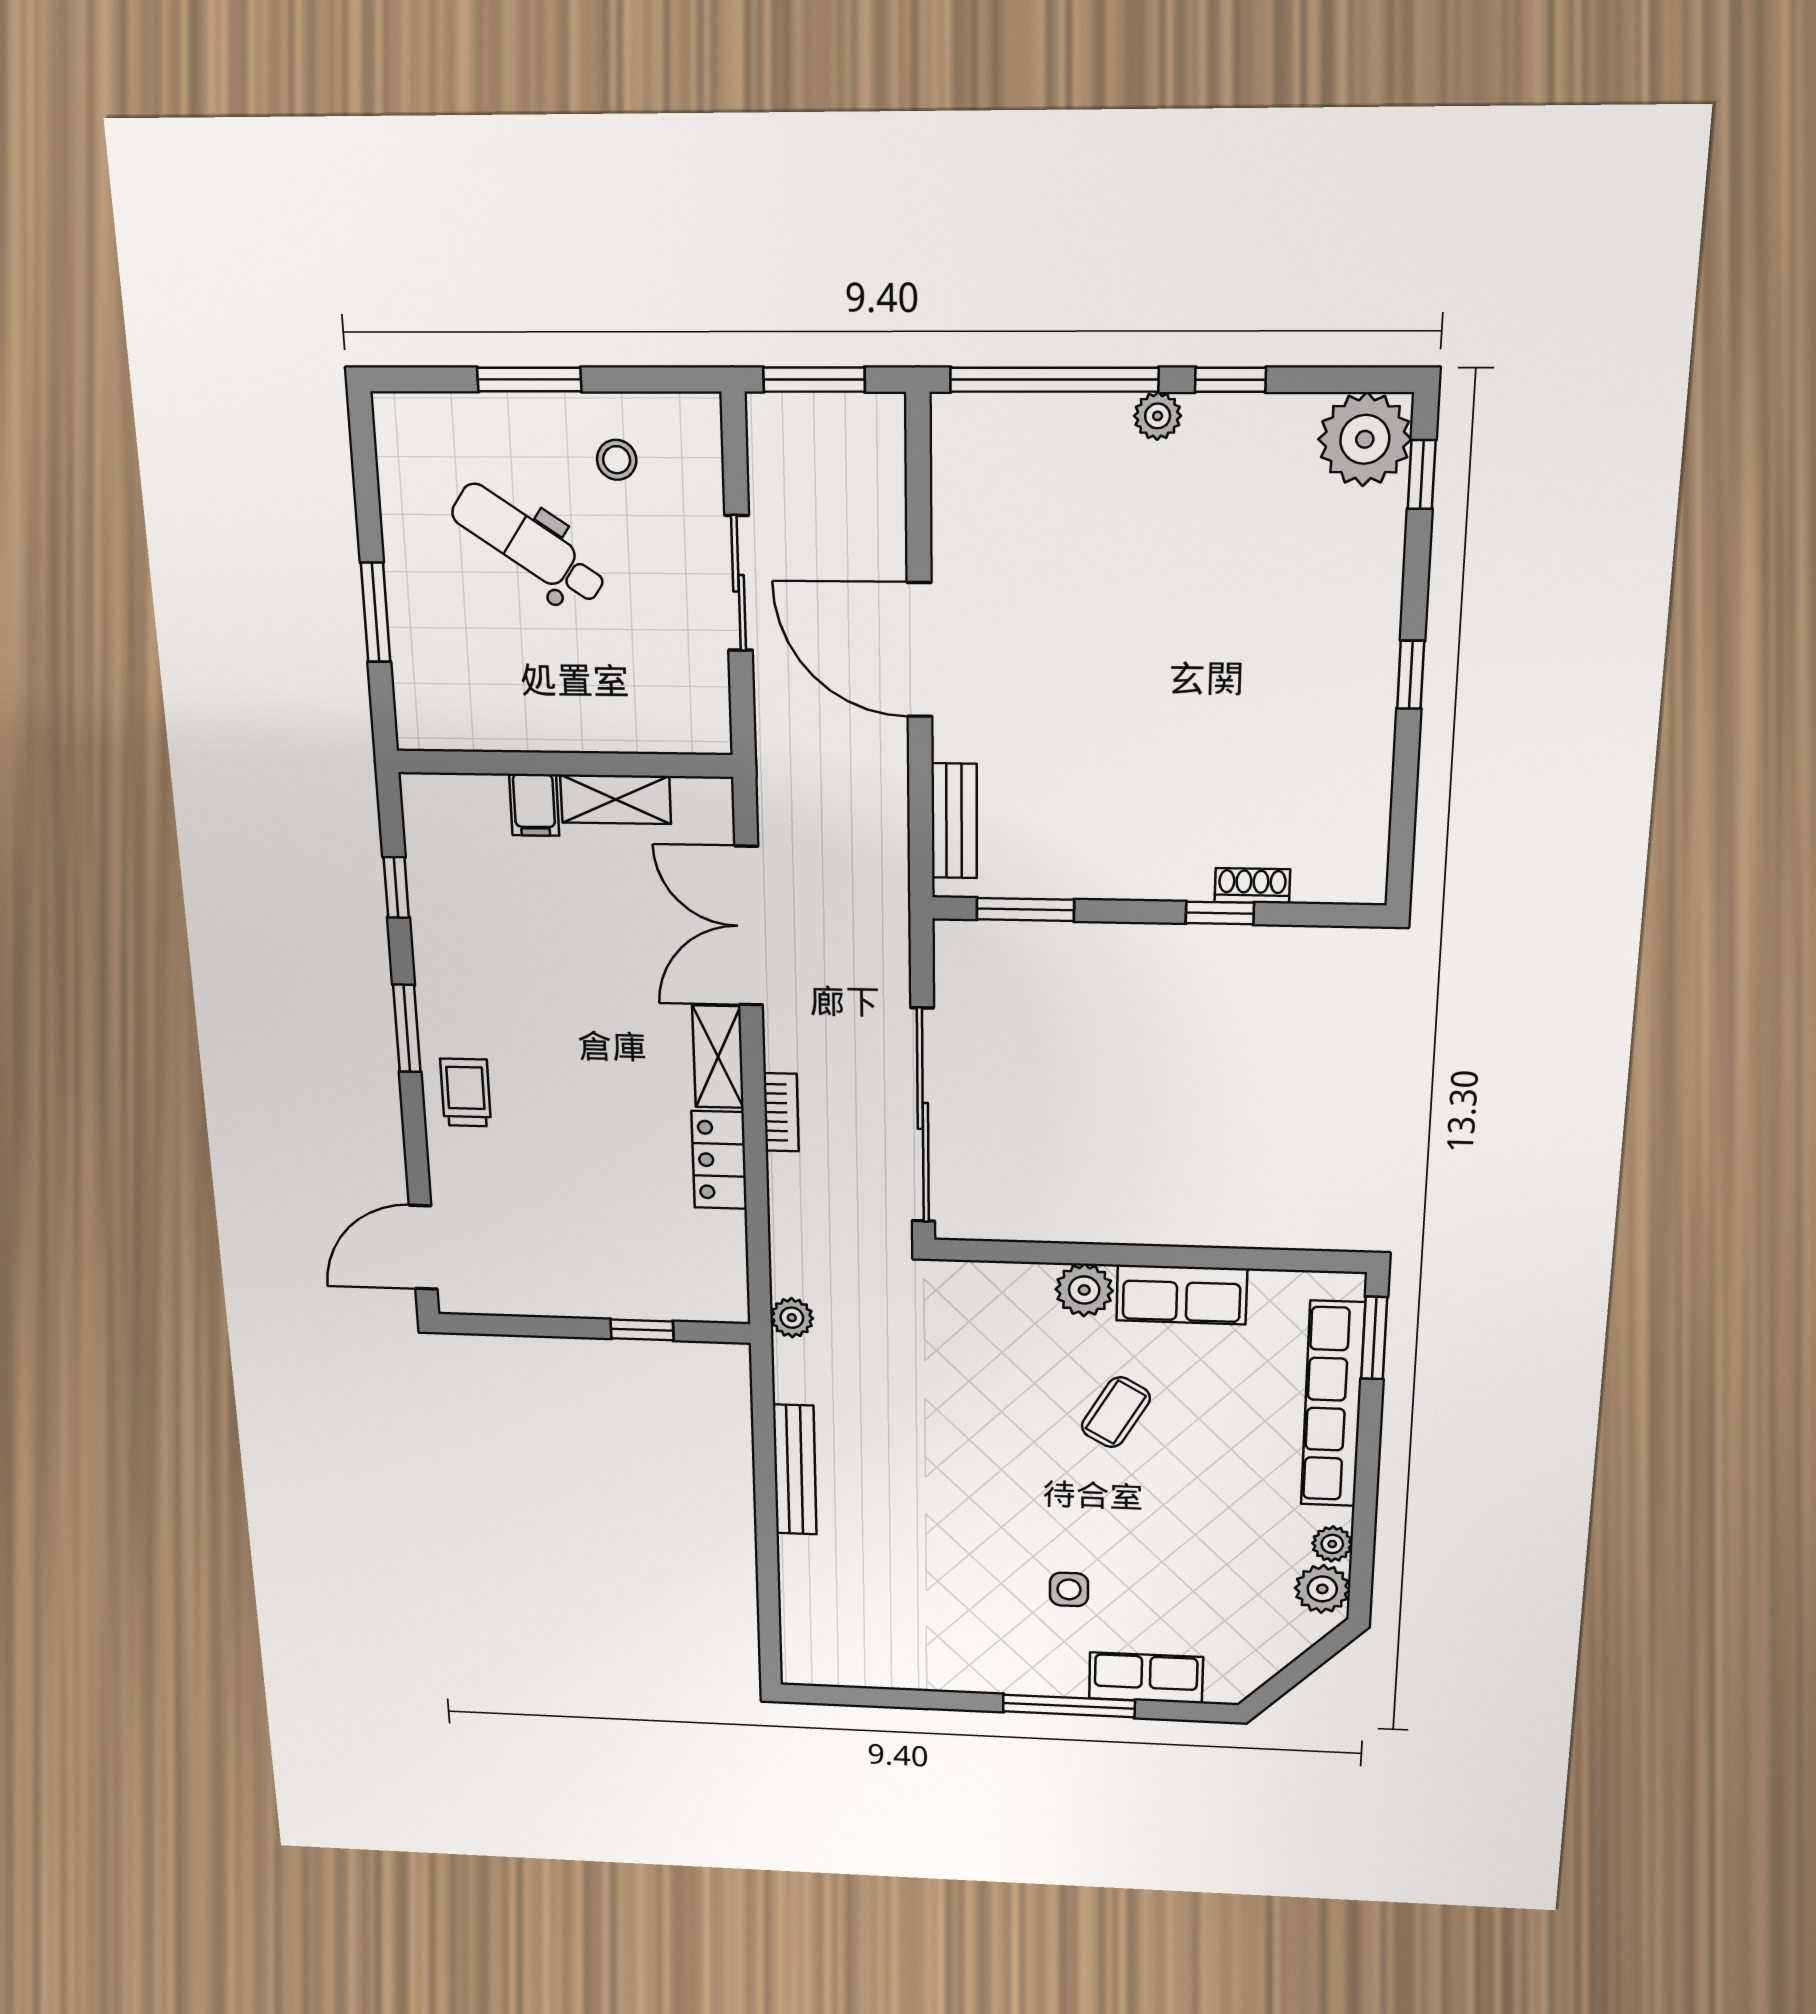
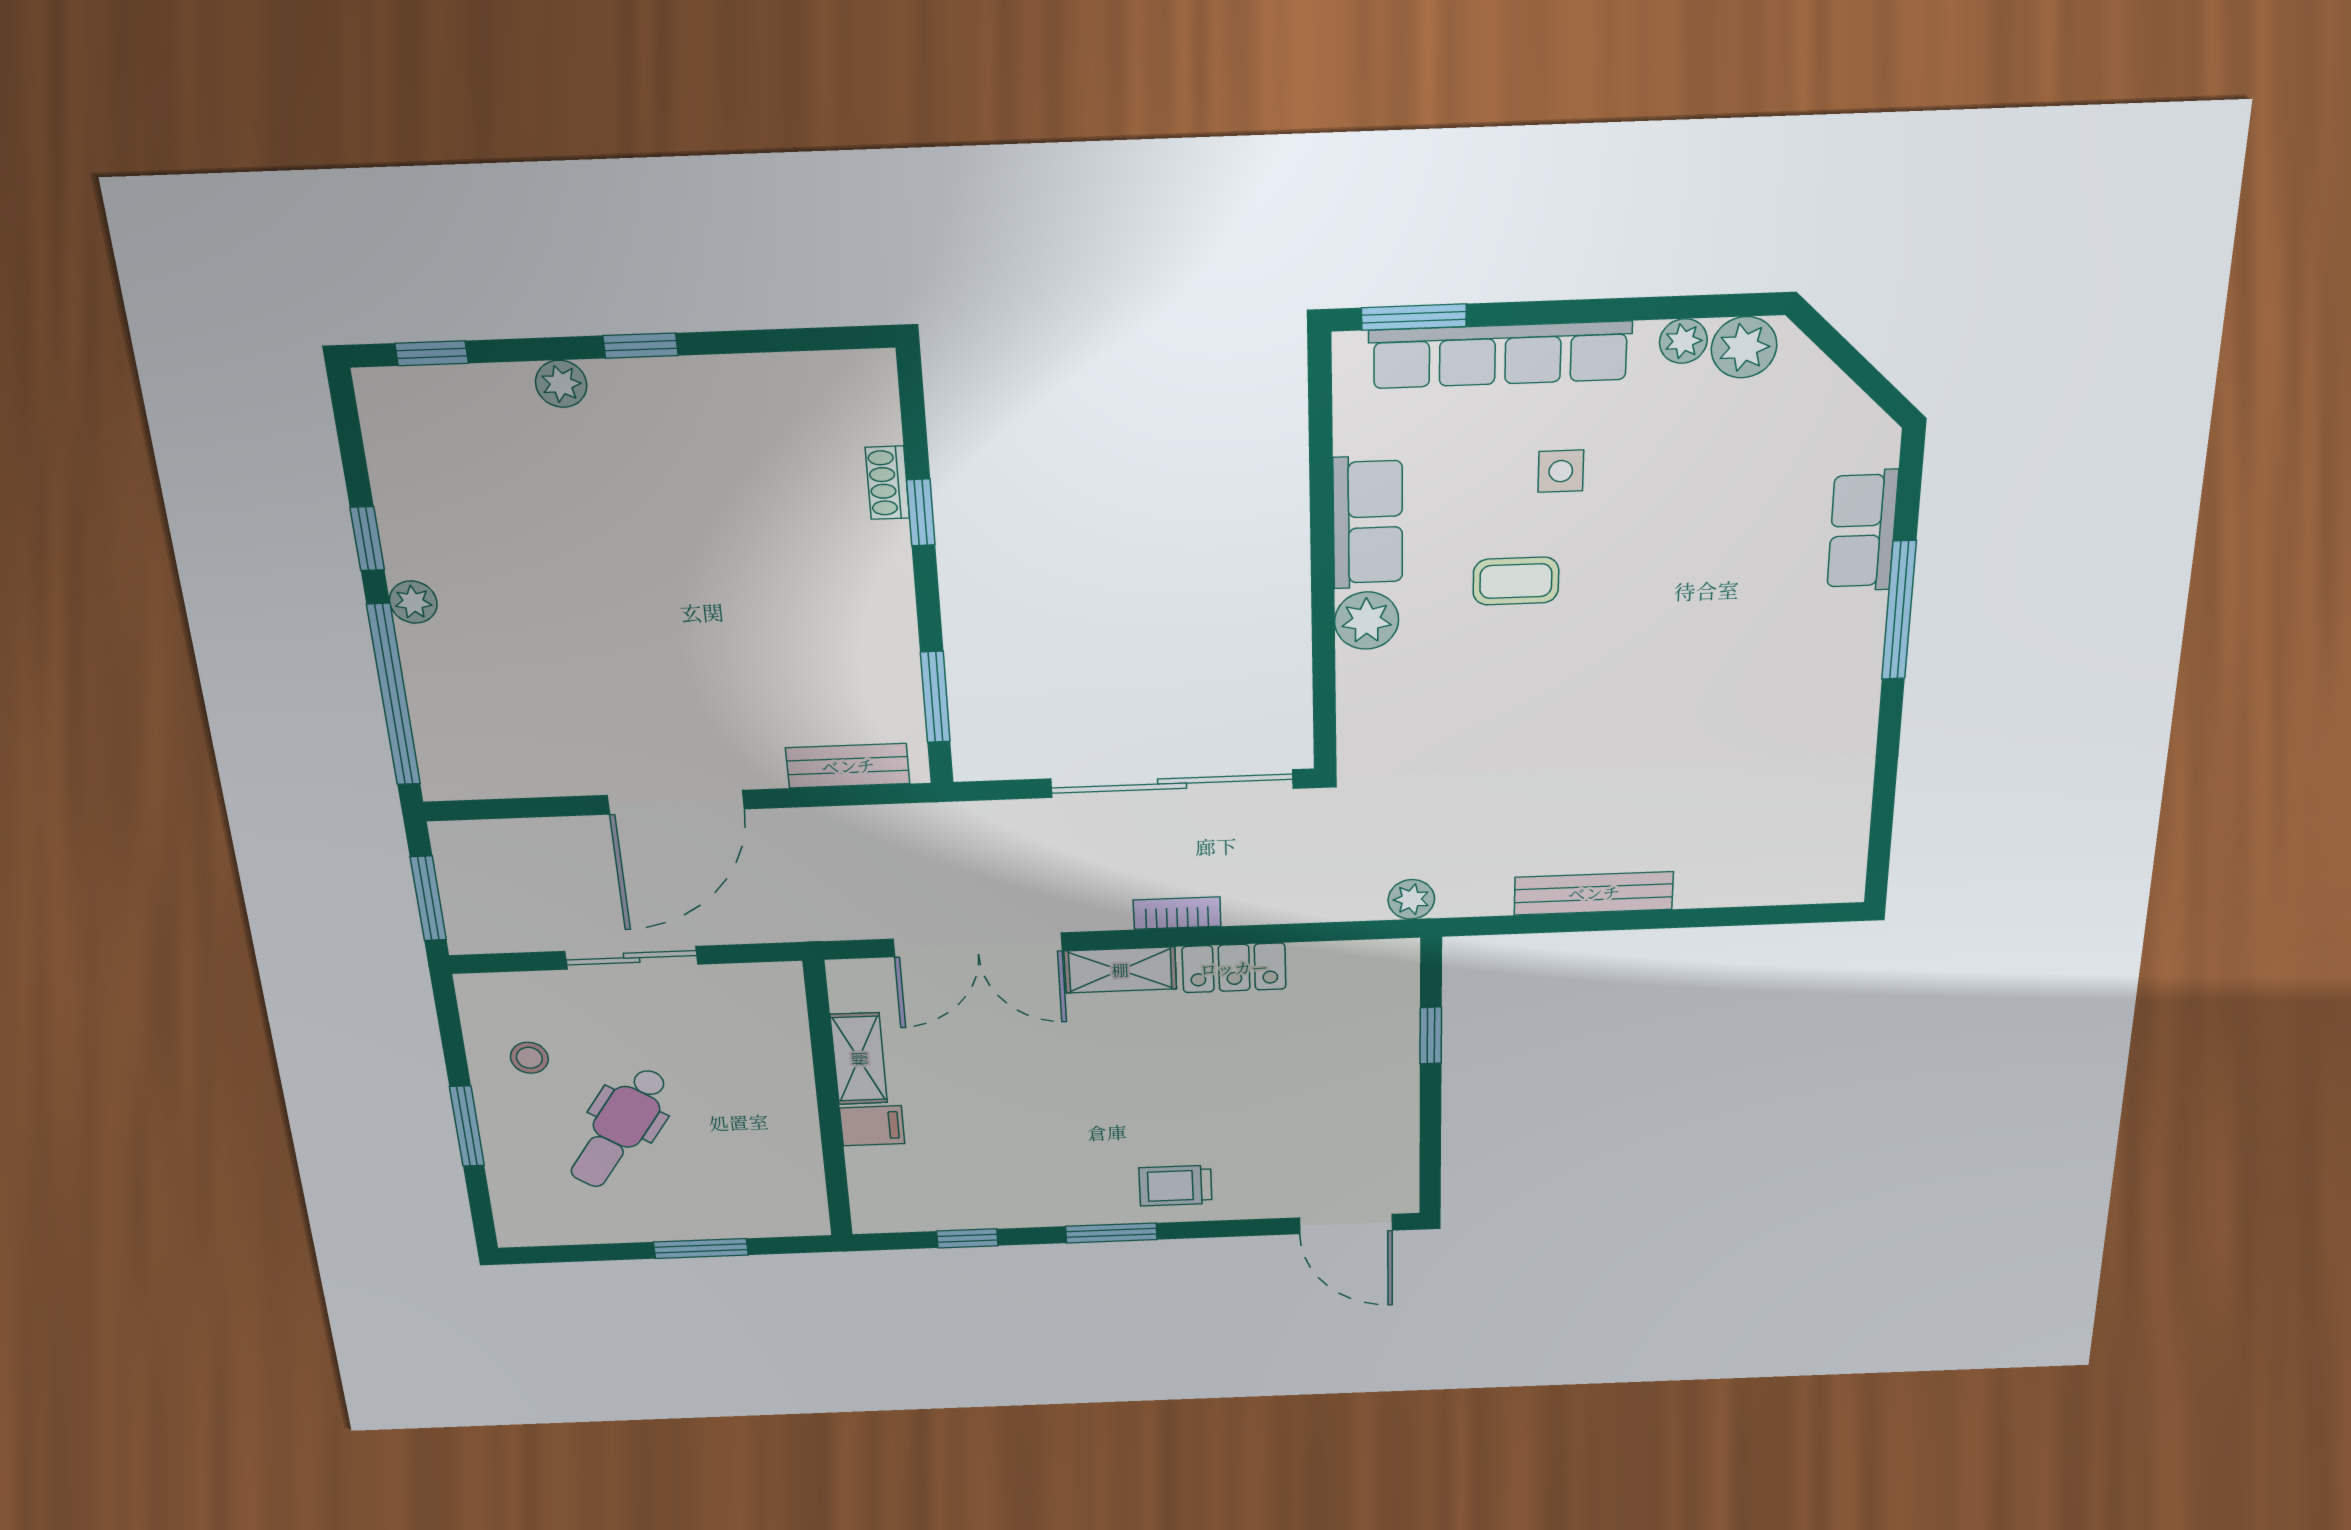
plant: (1365, 439) -> (561, 384), moved, width x0.53, depth x0.53
coffee table: (1116, 1412) -> (1516, 581), turned -30
side table: (1069, 1589) -> (1561, 471), moved

